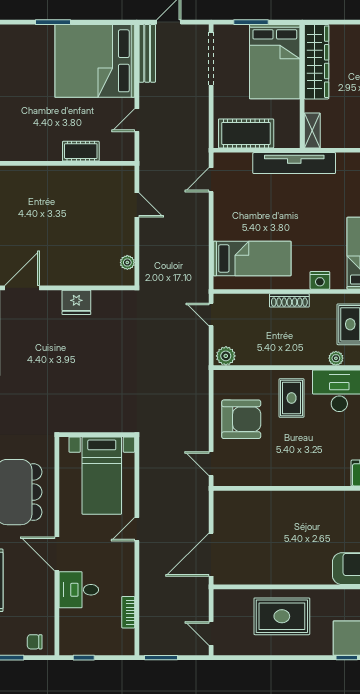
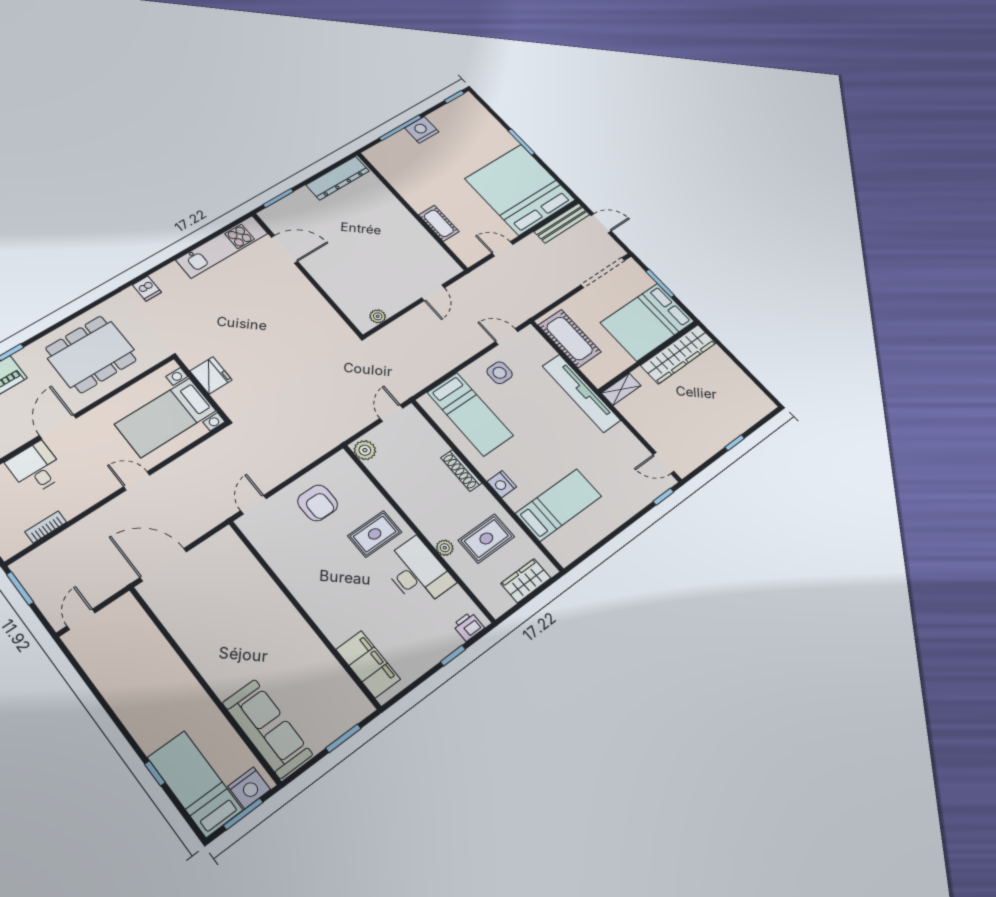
side table: (236, 210) -> (500, 373), added
fridge: (76, 302) -> (211, 375), moved, turned 180
armchair: (241, 419) -> (318, 503), width x0.73, depth x0.73
rug: (282, 616) -> (151, 676), removed

